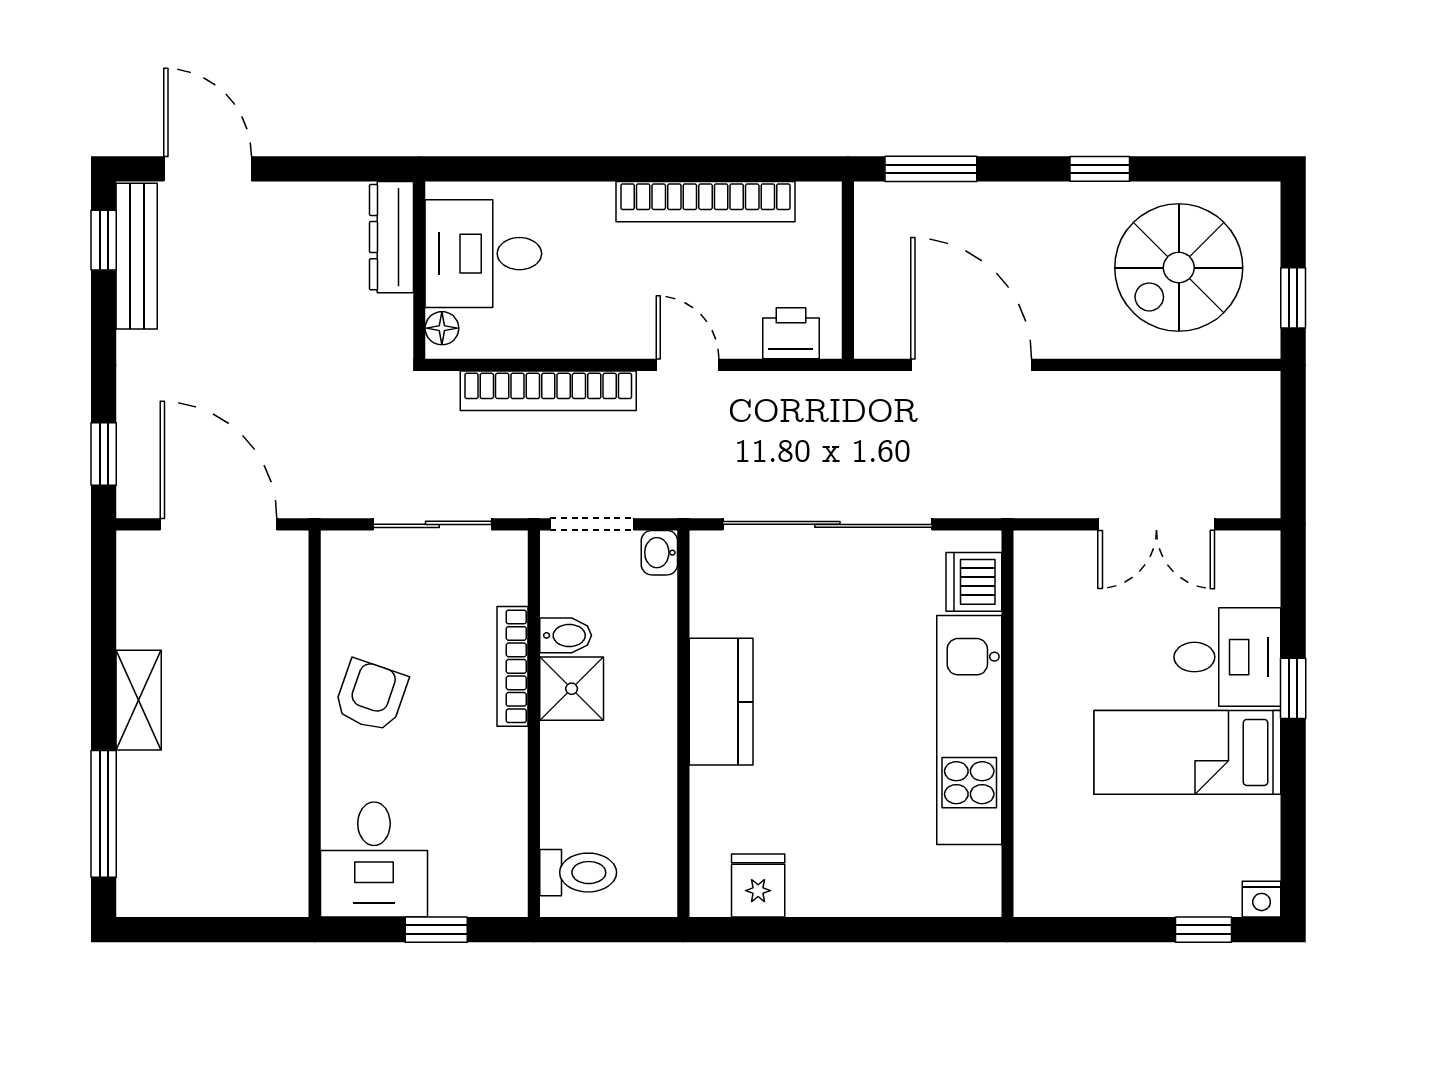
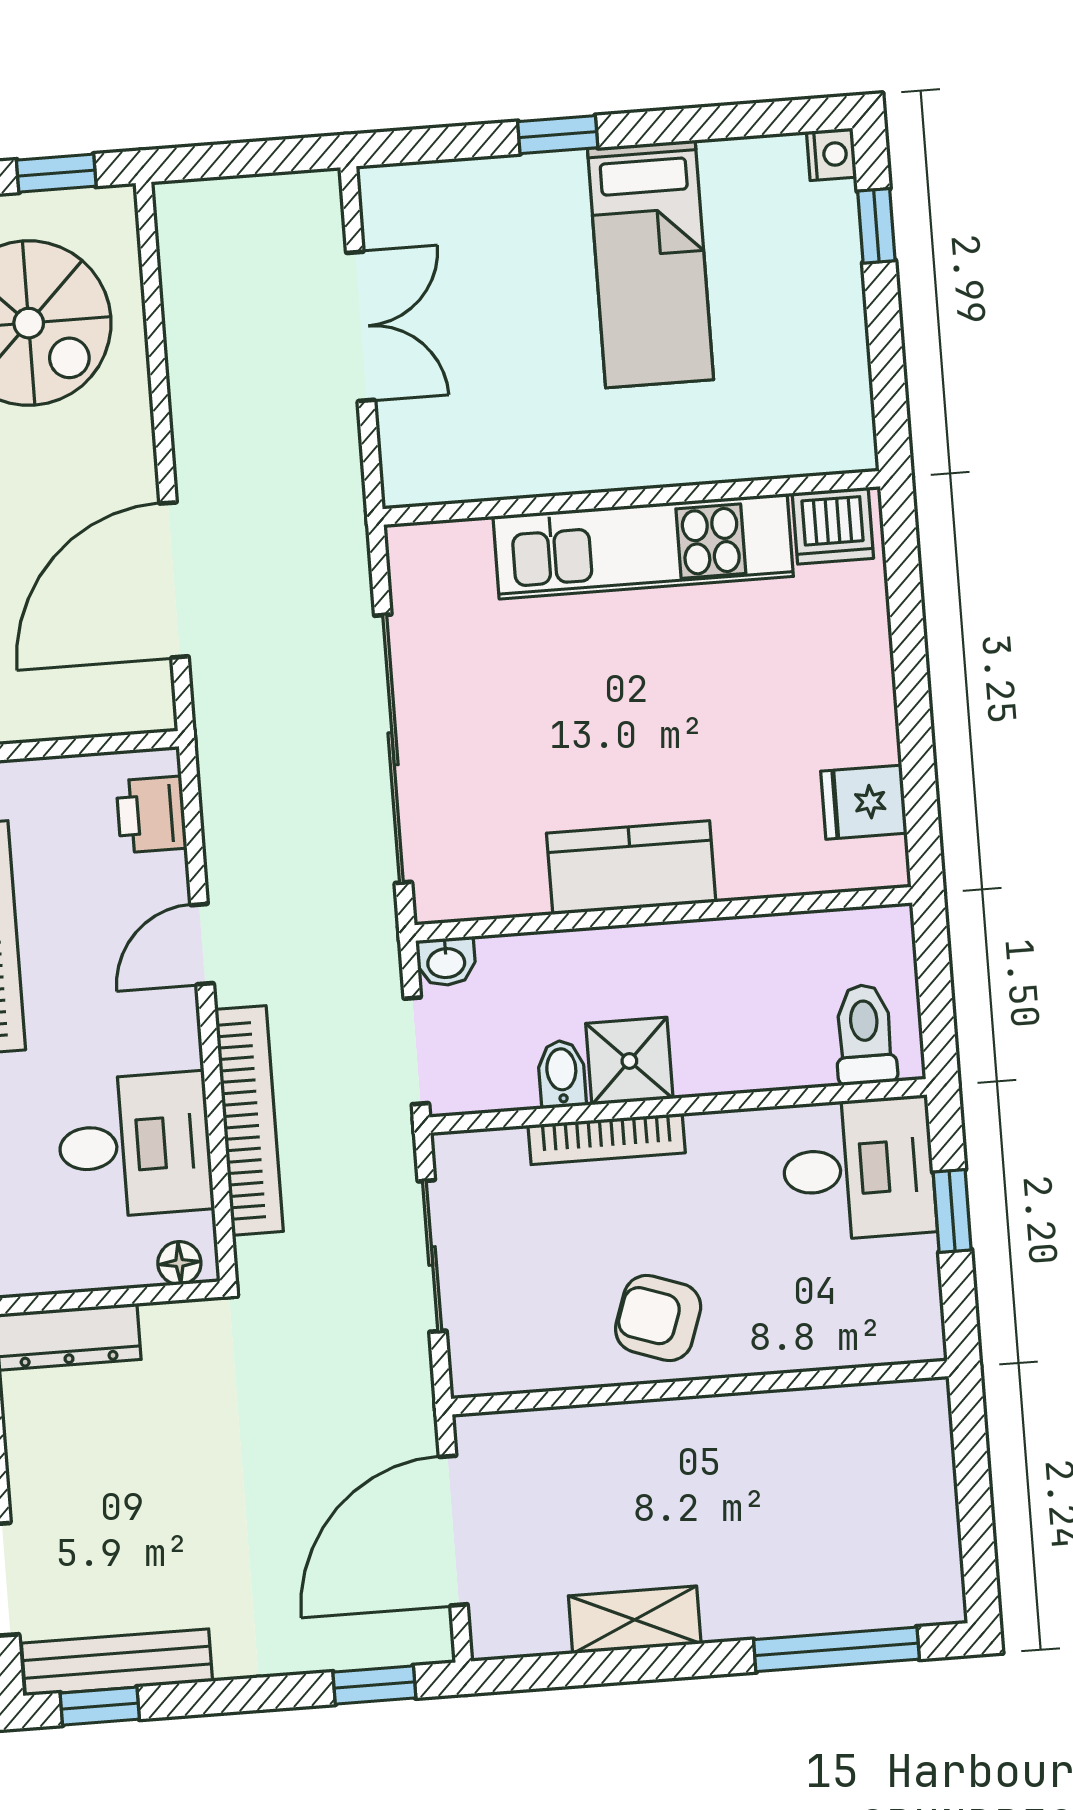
desk: (483, 254) -> (135, 1145), moved, turned -90
dishwasher: (974, 582) -> (833, 526), moved
desk: (1227, 657) -> (524, 222), removed
shelving: (139, 700) -> (635, 1620), moved
desk: (374, 859) -> (858, 1169), moved

